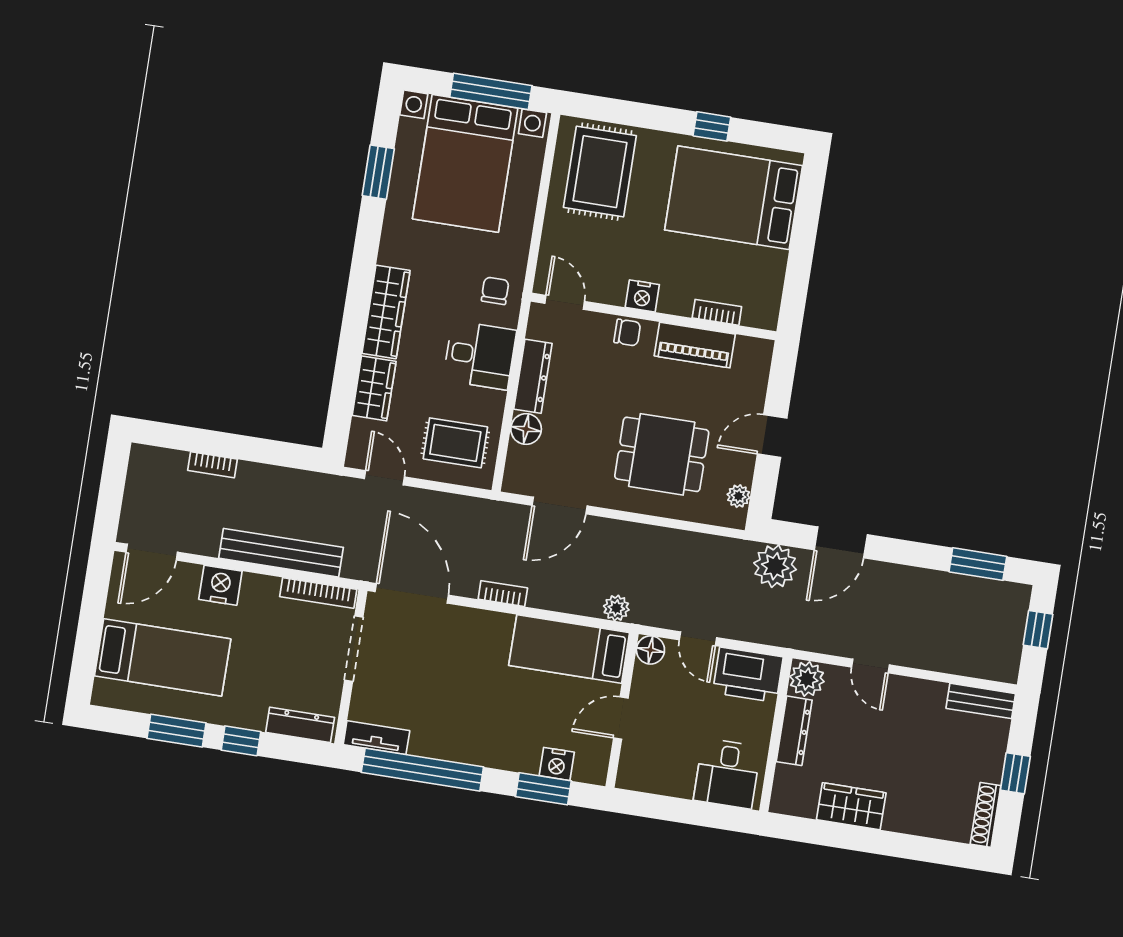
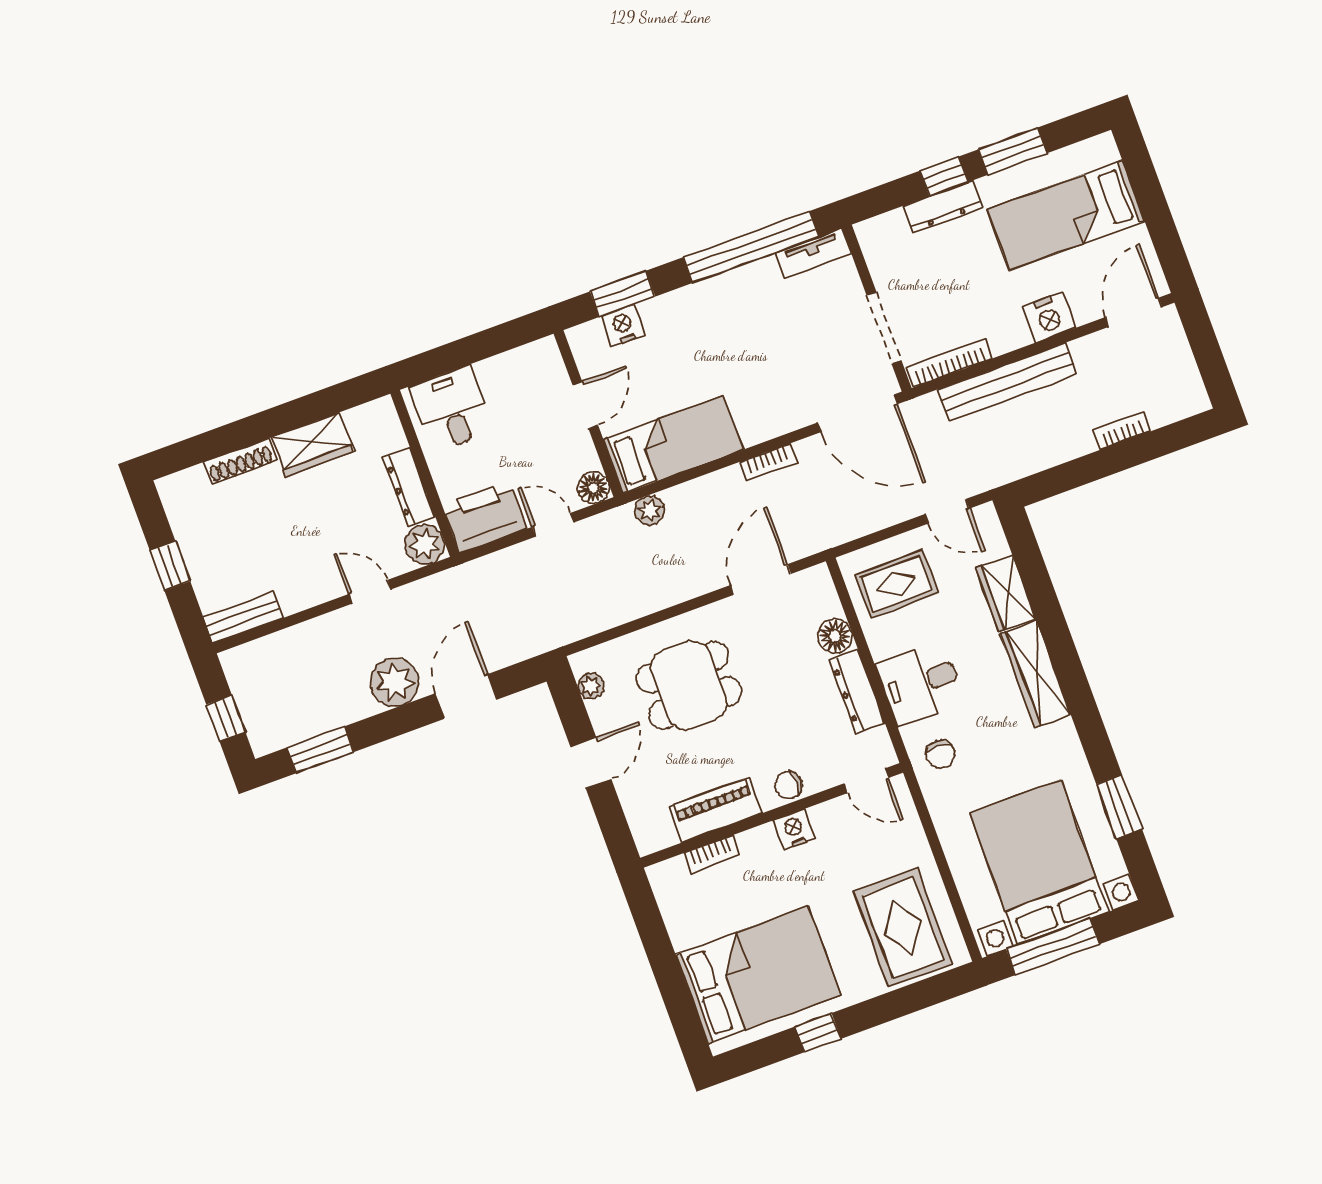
plant: (775, 566) -> (395, 682), moved
dresser: (300, 725) -> (943, 207), moved
shoe rack: (986, 815) -> (240, 461), moved, turned 90

